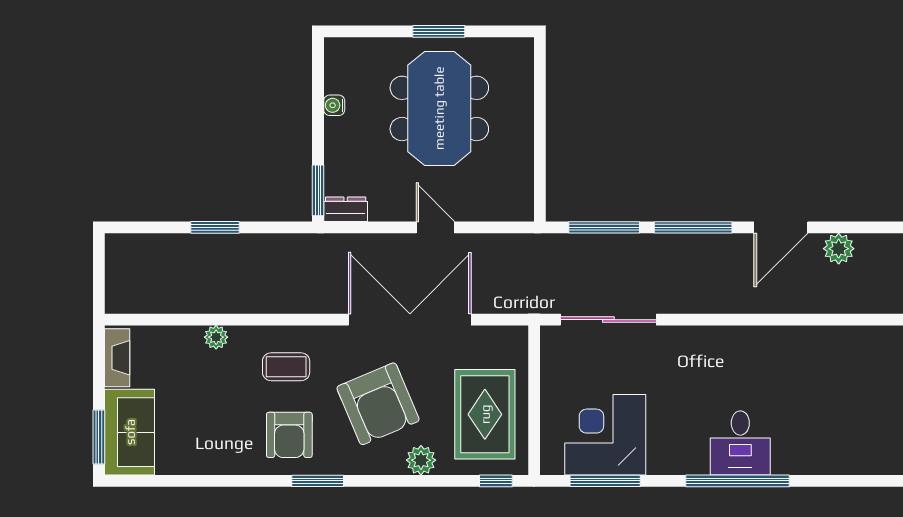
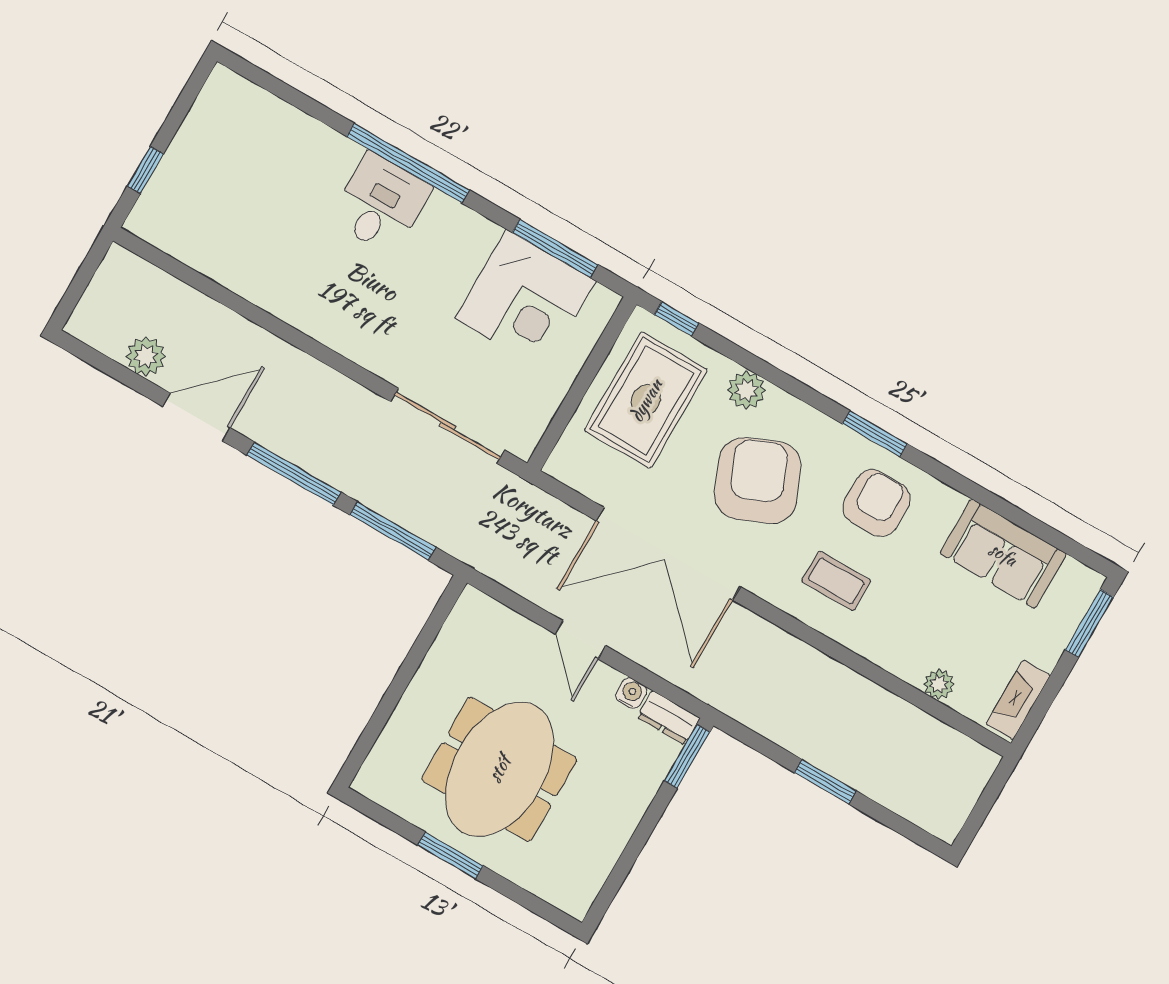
water cooler: (334, 105) -> (631, 693), moved, turned -90
plant: (216, 337) -> (939, 684), moved
sofa: (130, 432) -> (1003, 554), moved, turned -90

